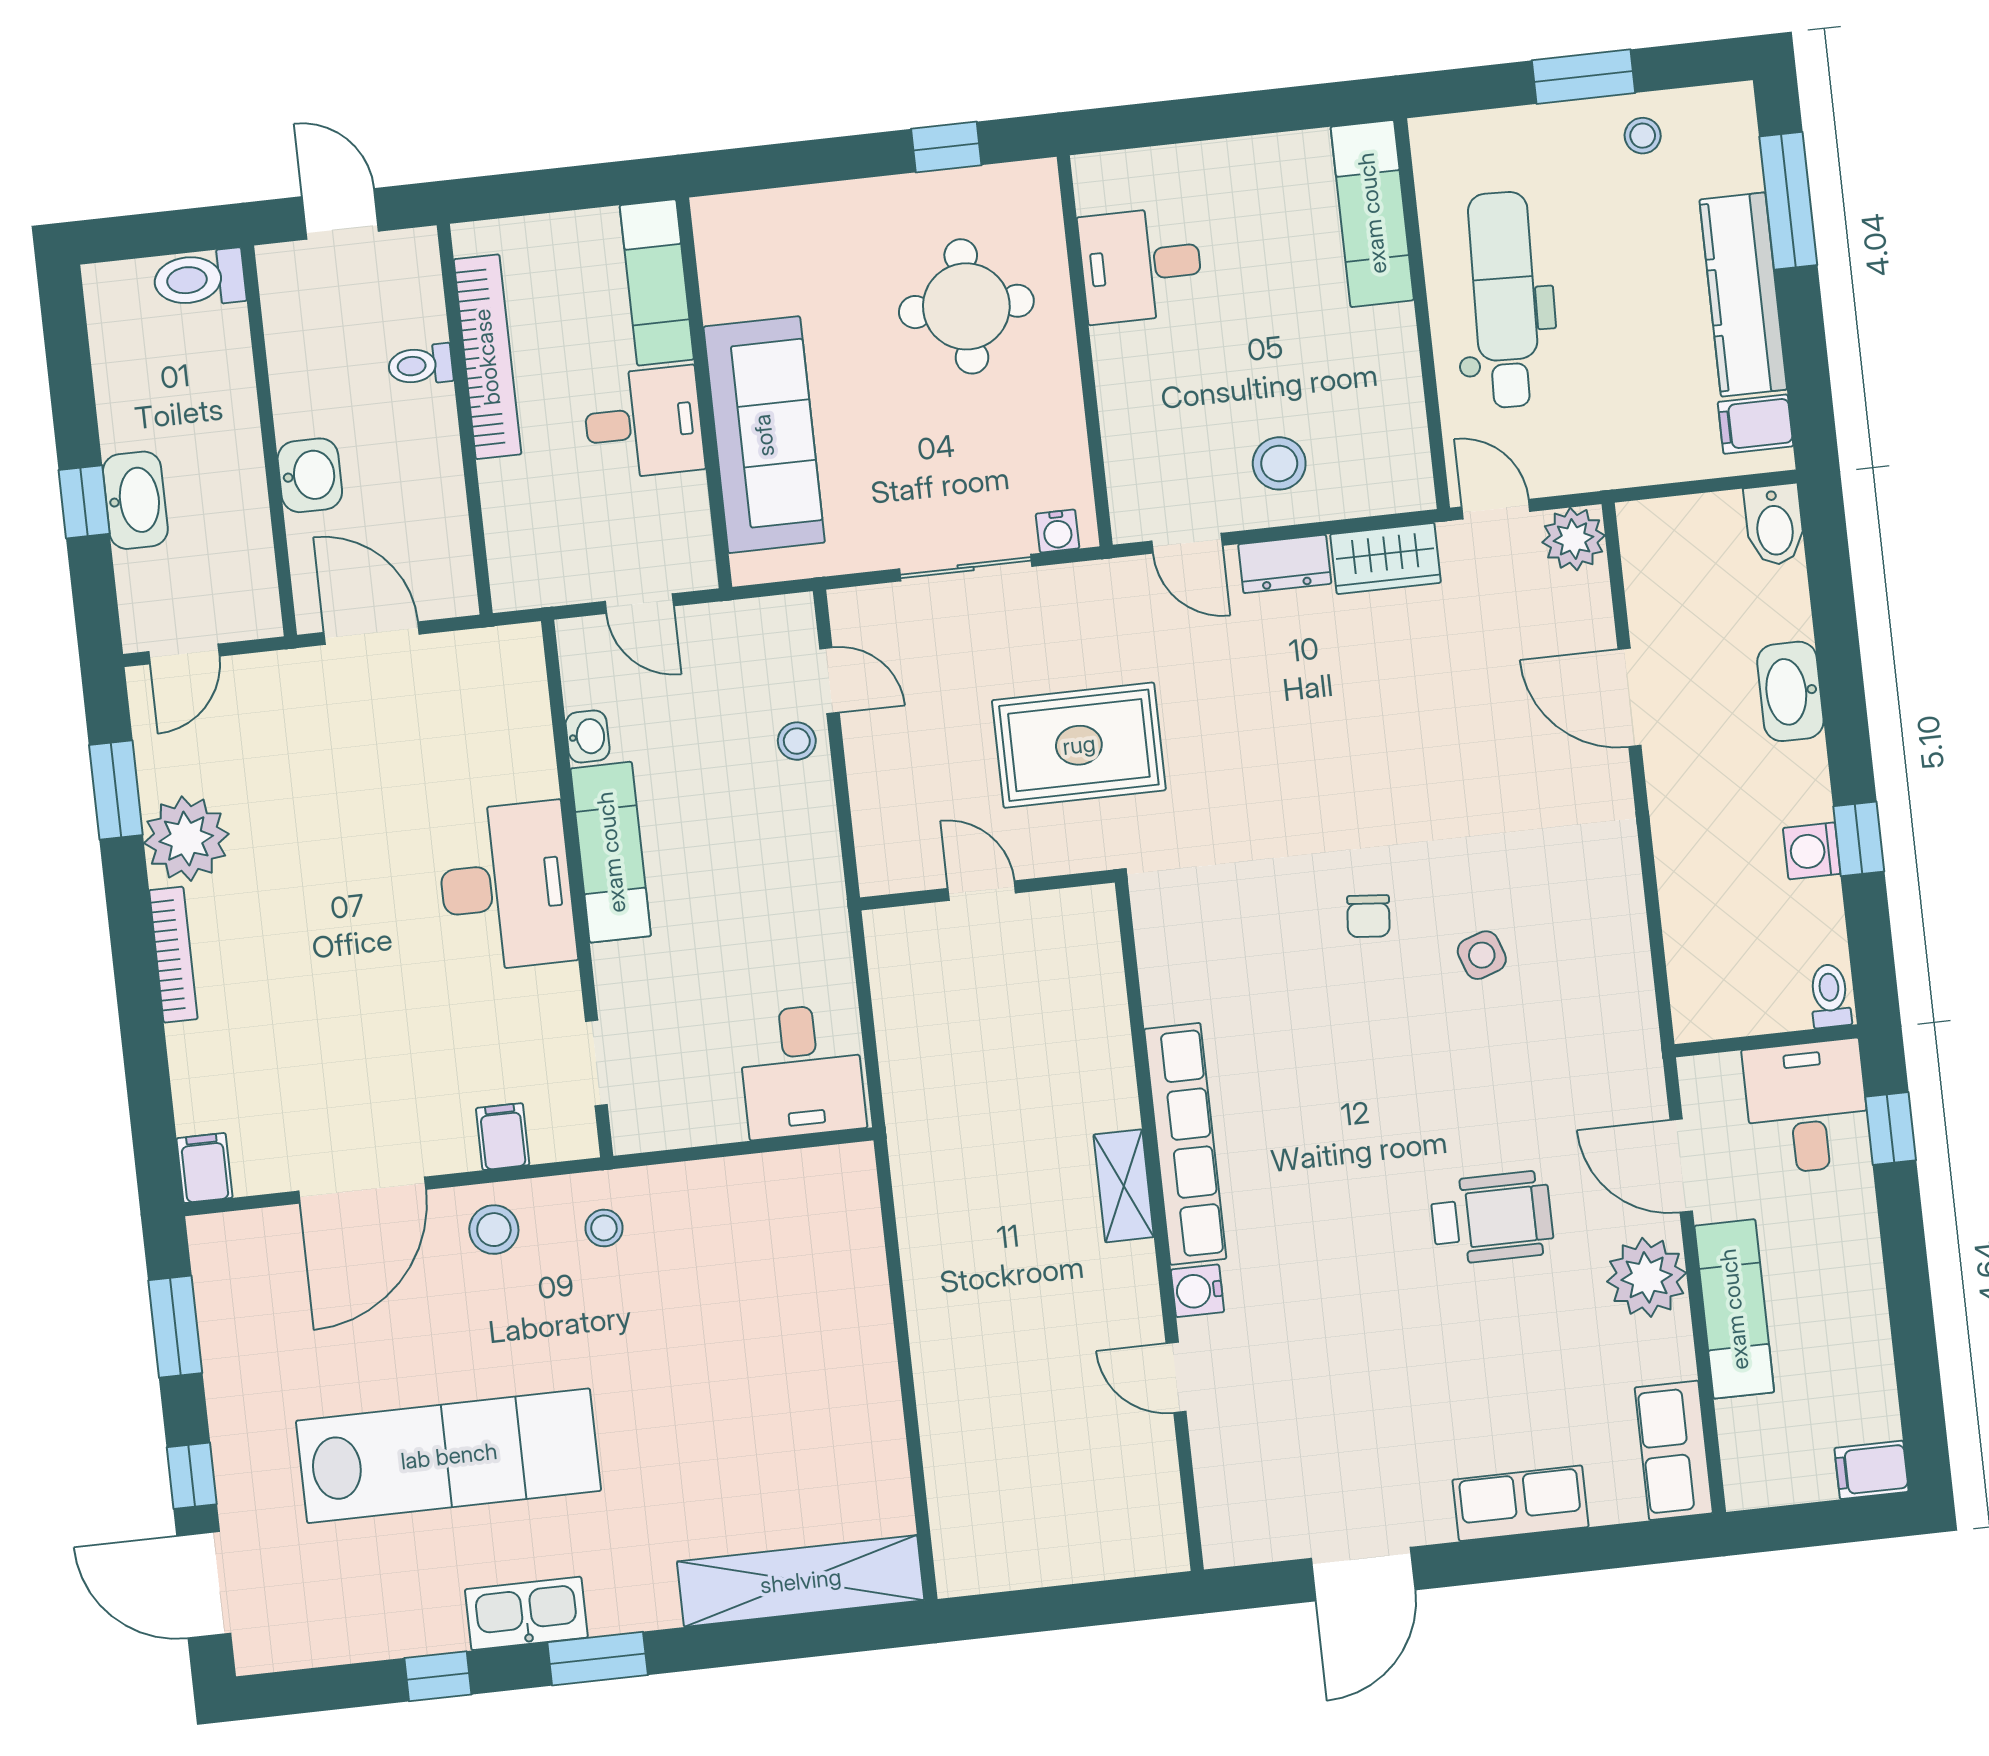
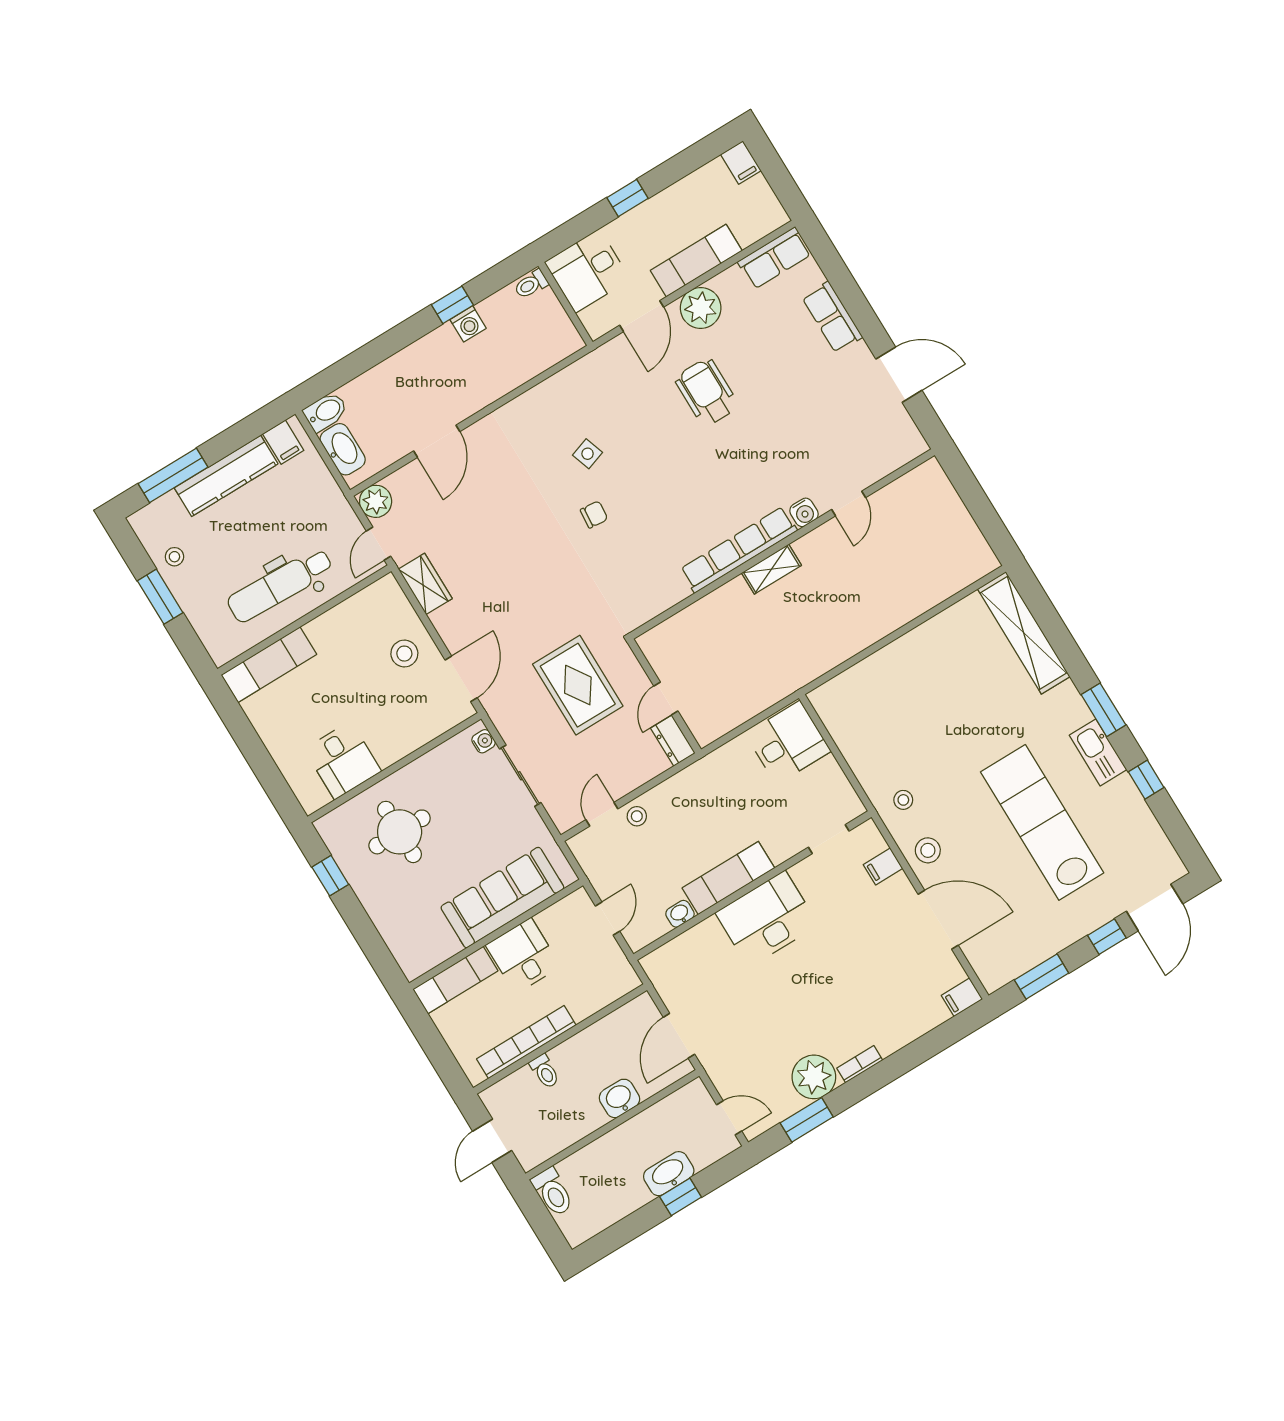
door: (1187, 543) -> (461, 679), width x1.38
dresser: (1285, 564) -> (673, 741), moved, turned 180
washbasin: (1790, 691) -> (343, 449), moved, turned -90
bookcase: (173, 955) -> (860, 1064), width x0.64
window: (1891, 1129) -> (628, 198), moved

